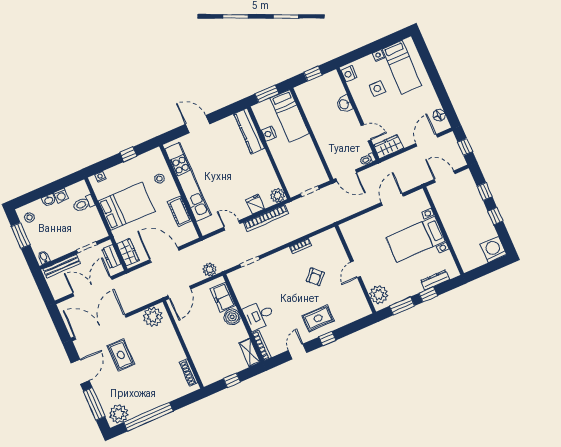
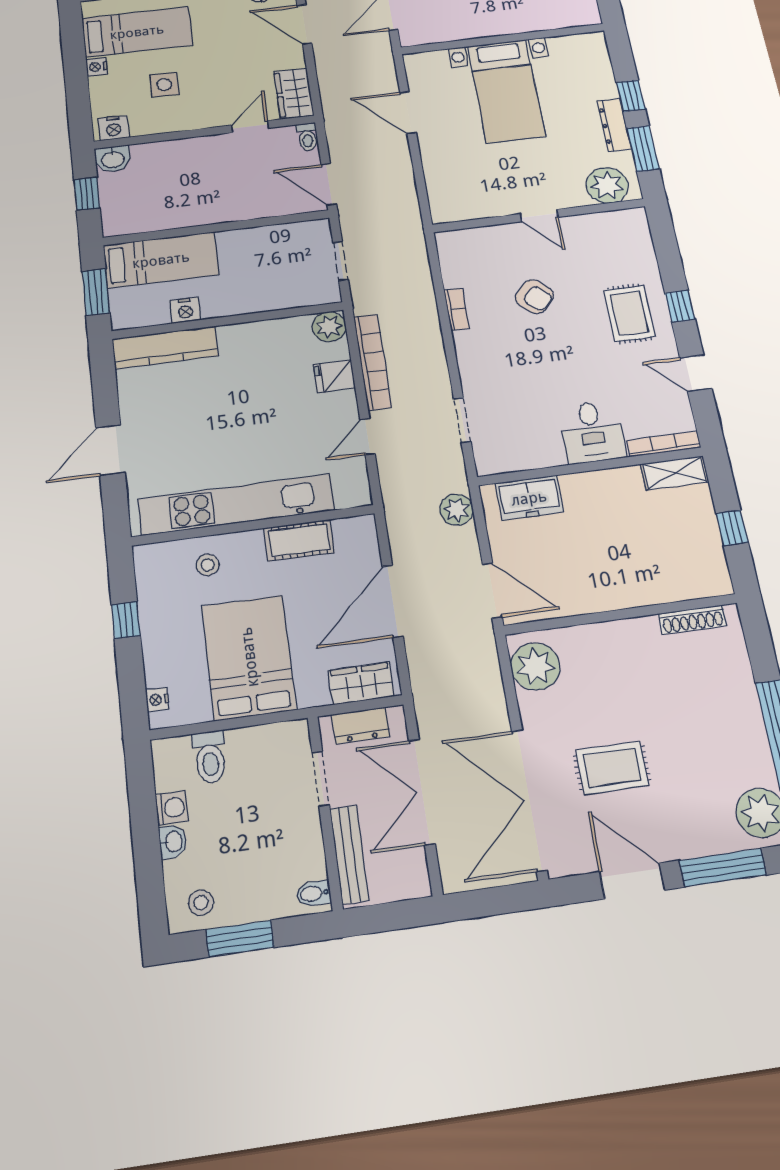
washbasin: (344, 104) -> (113, 159), moved
door: (346, 175) -> (329, 184), swing flipped
dresser: (435, 280) -> (614, 125), moved
boiler: (232, 317) -> (581, 489), removed

